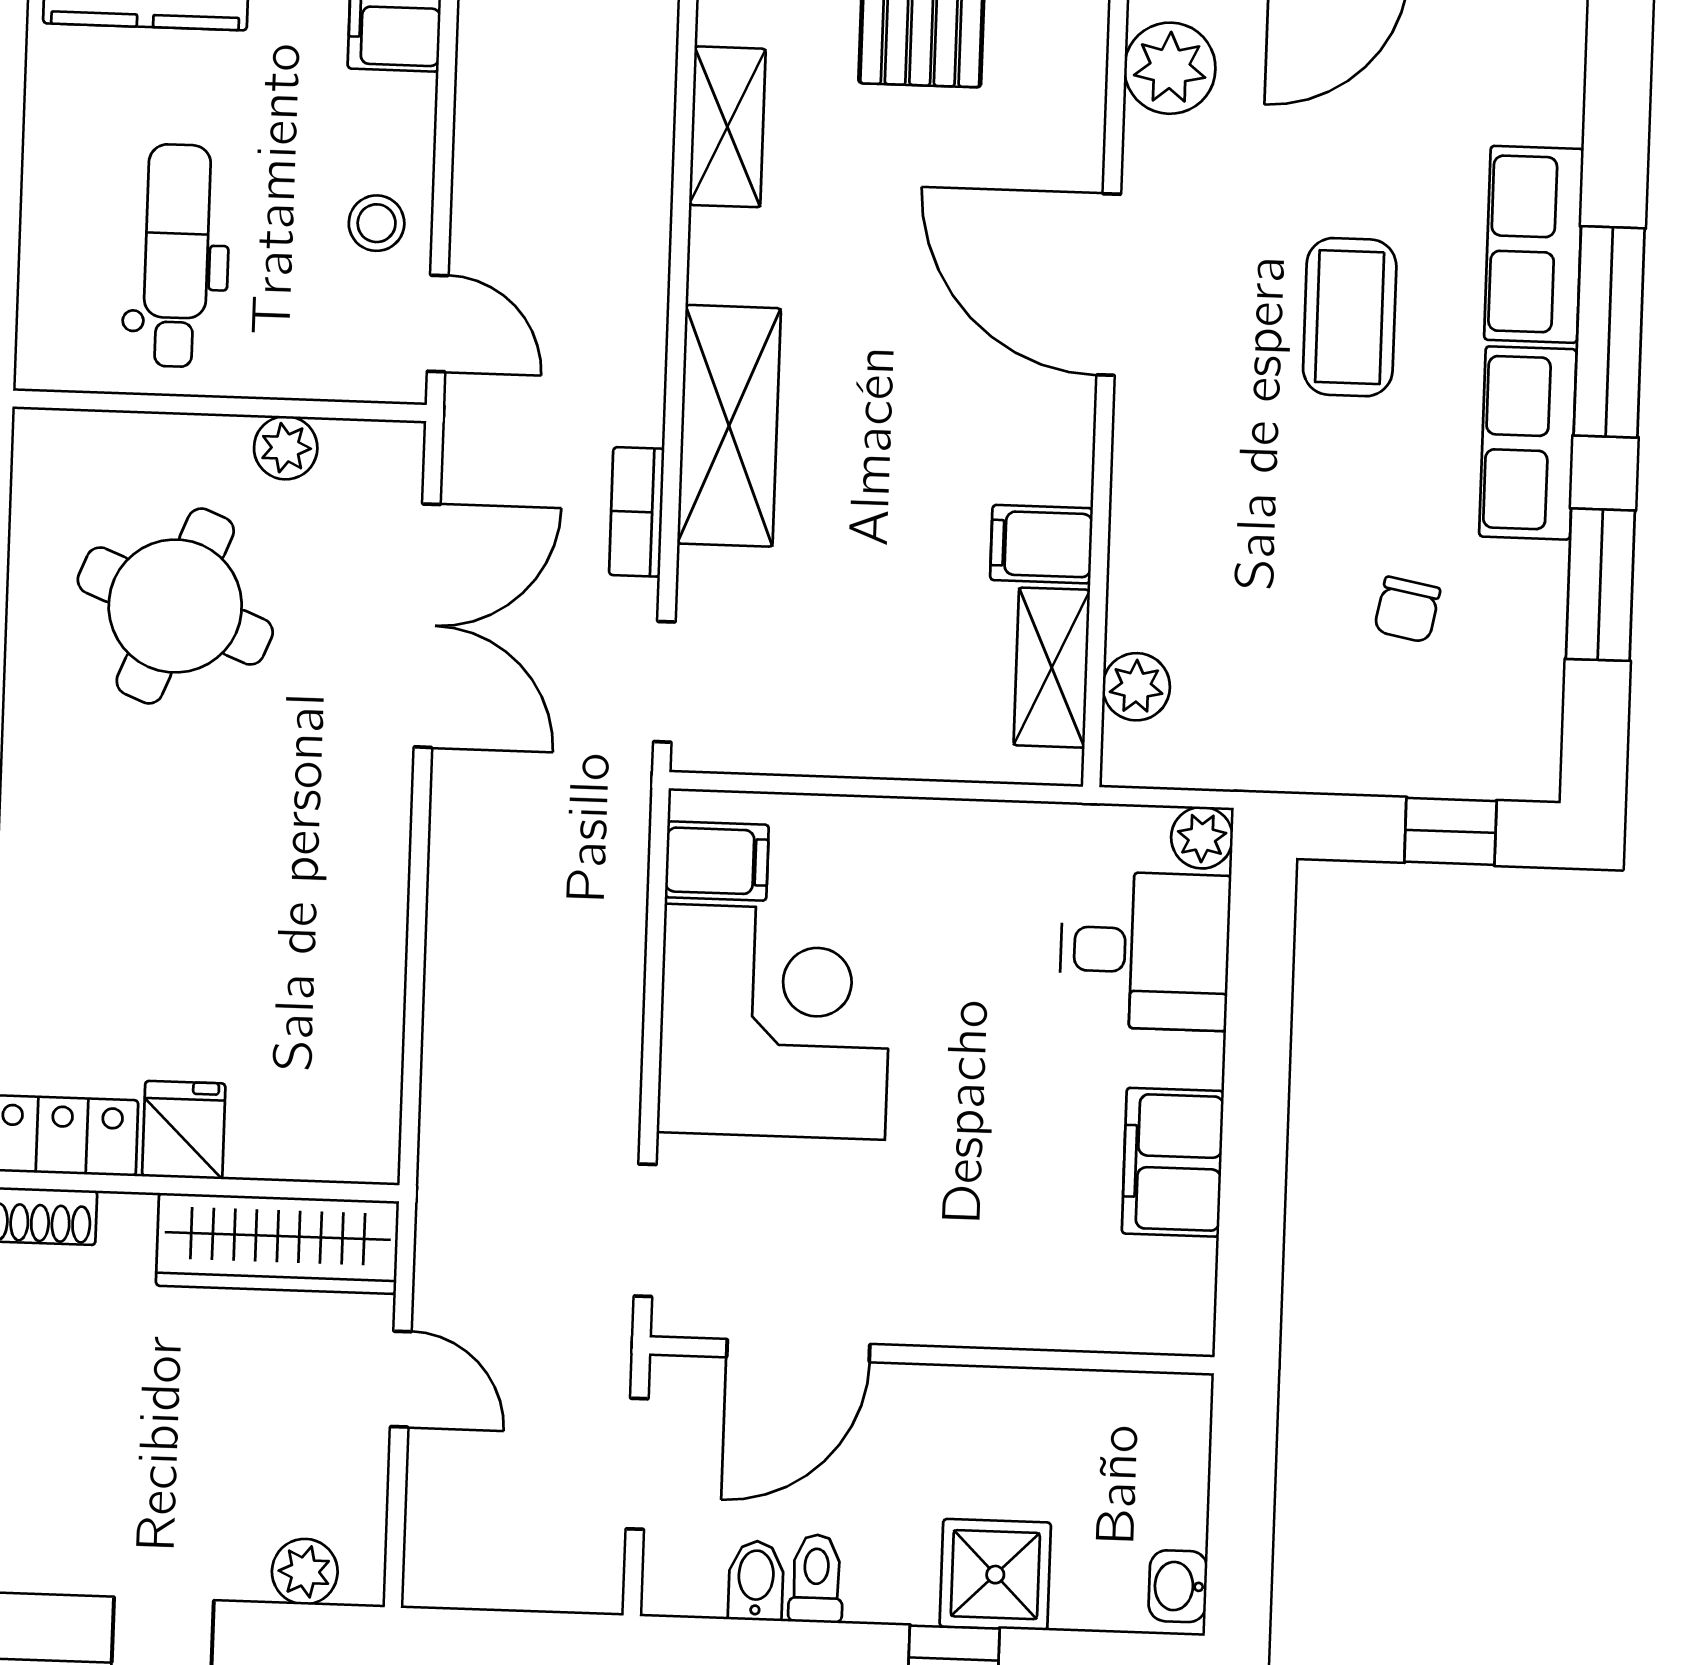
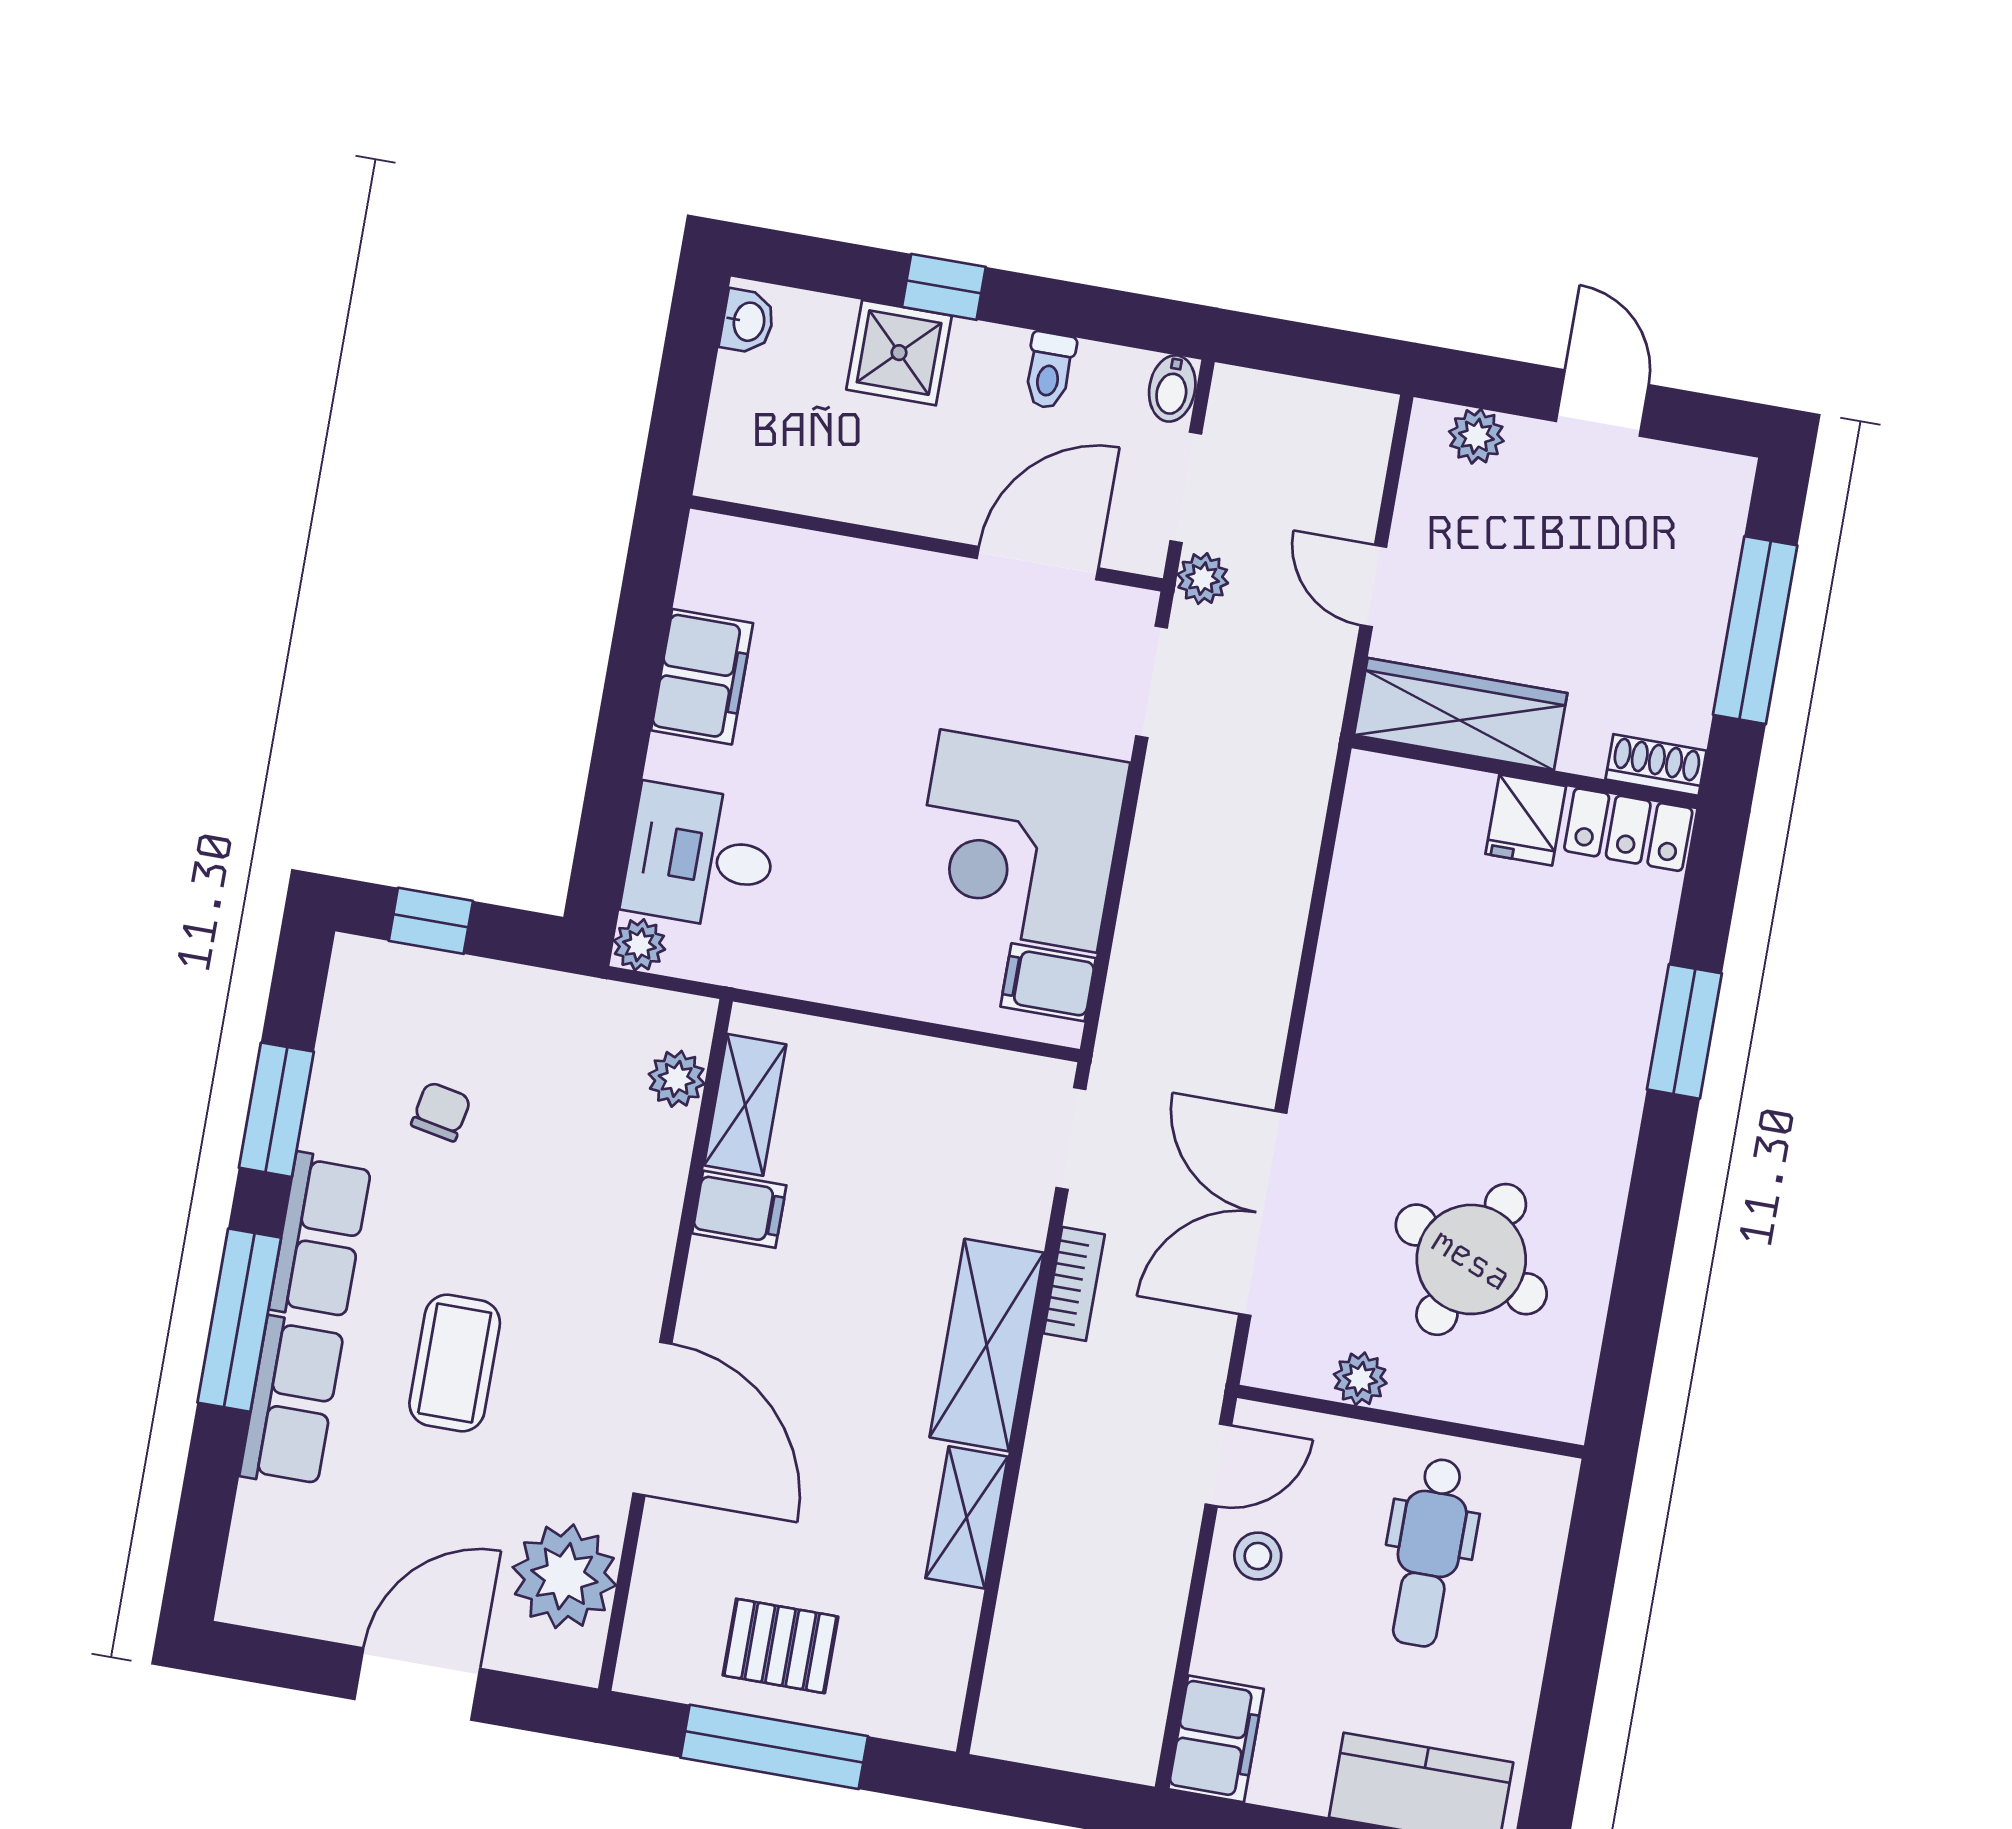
plant: (1170, 68) -> (564, 1576), width x1.36, depth x1.36
shelving: (727, 127) -> (967, 1517), moved
door: (438, 323) -> (1218, 1465), swing flipped
plant: (602, 1360) -> (1203, 579), added
bidet: (756, 1581) -> (1172, 388), moved

